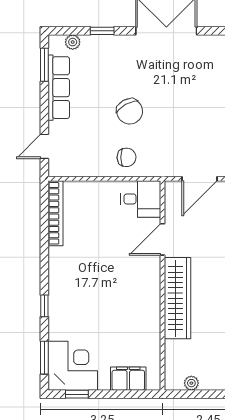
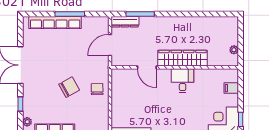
door: (199, 179) -> (110, 45), swing flipped
desk: (141, 199) -> (183, 81), moved
filing cabinet: (128, 379) -> (231, 88), width x0.50

